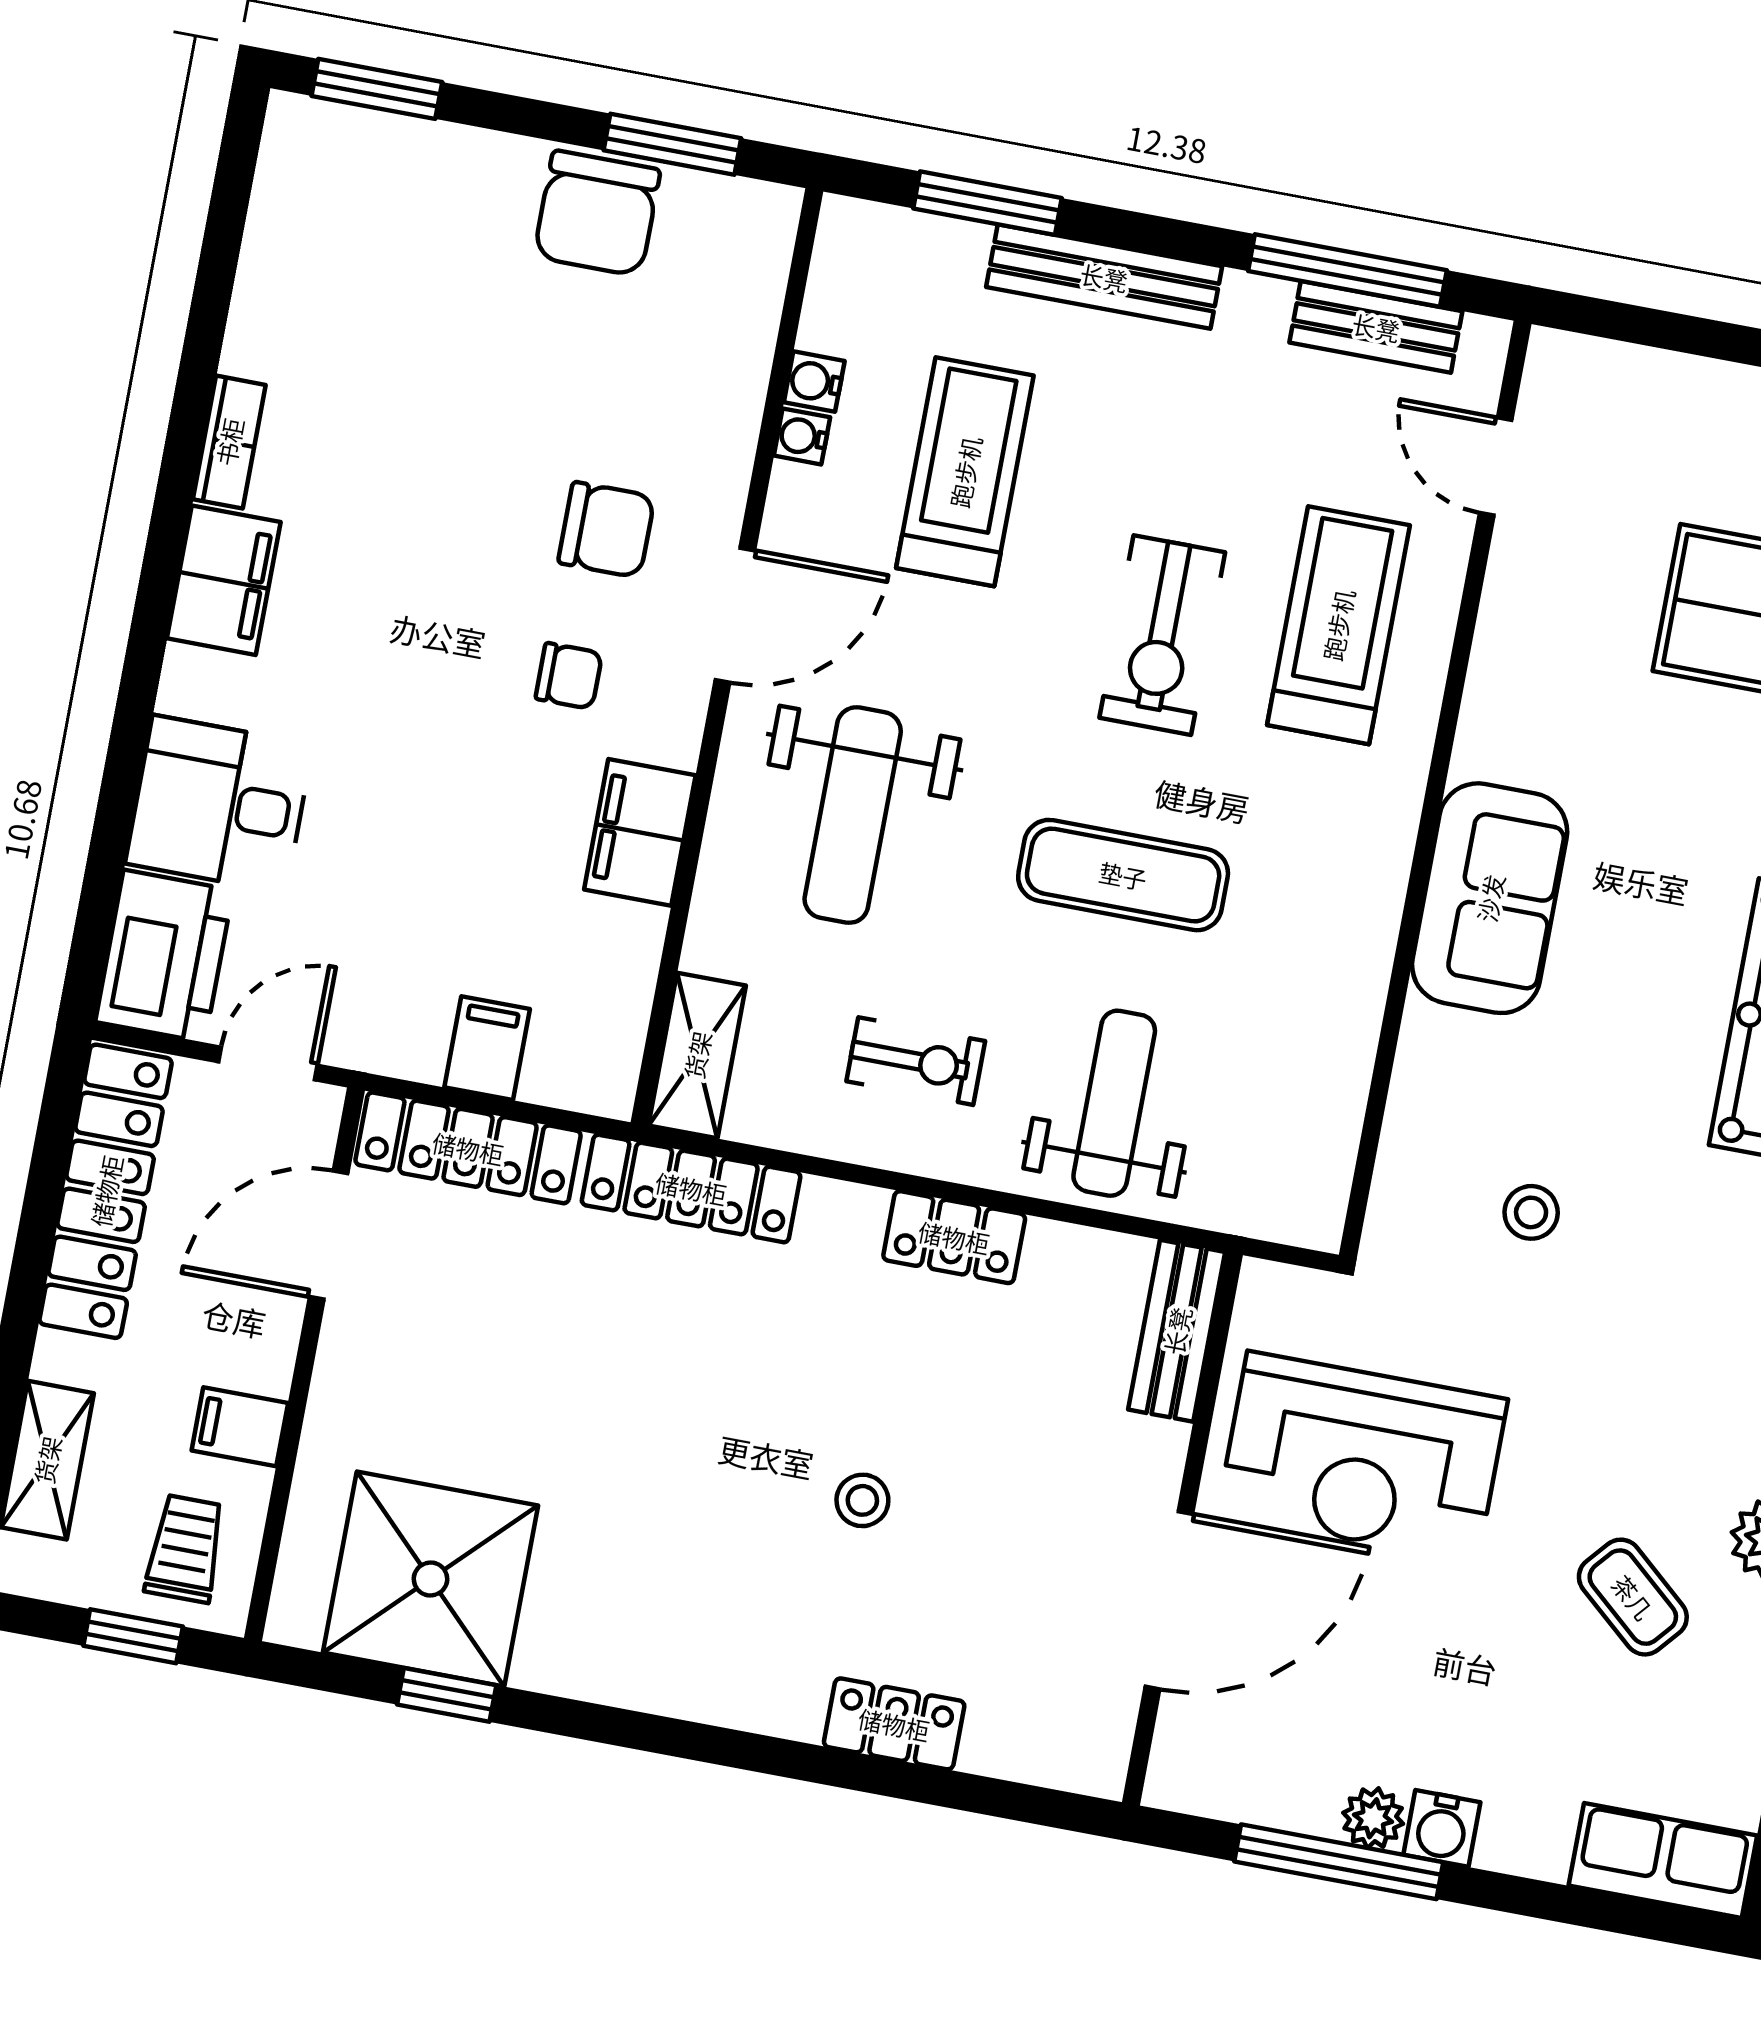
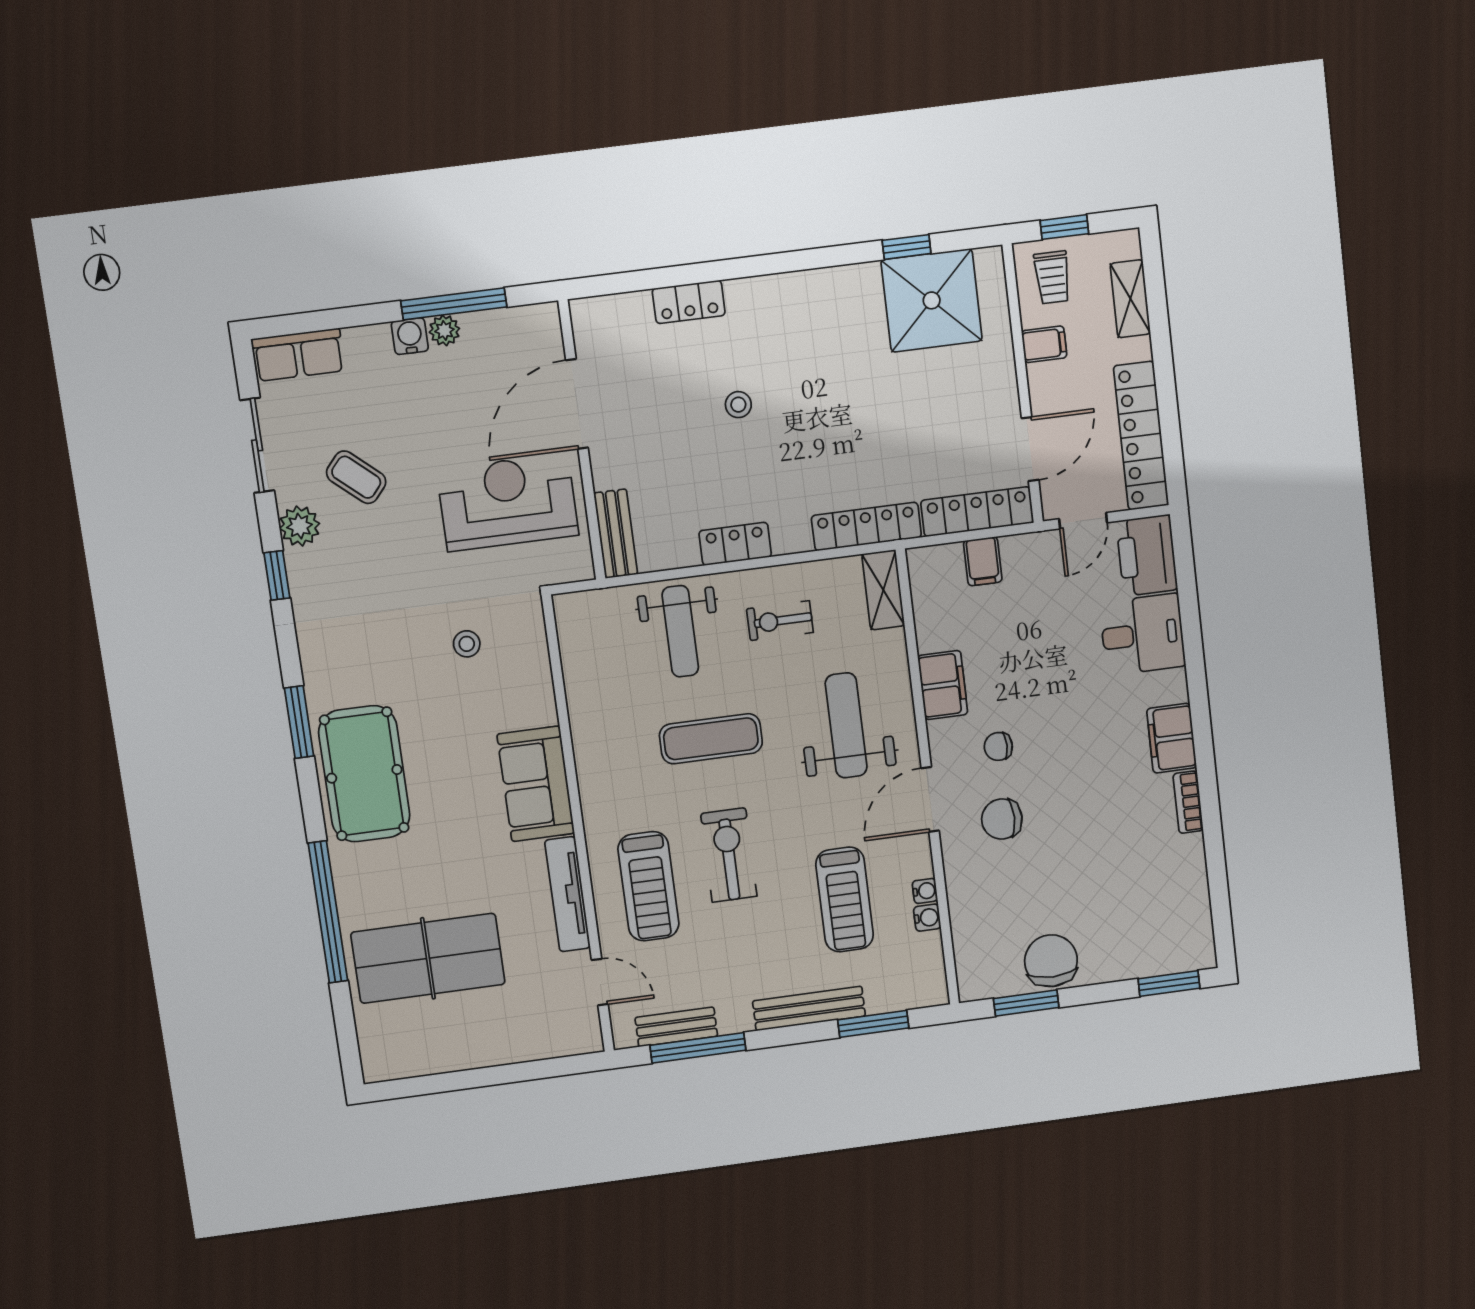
tv unit: (1501, 662) -> (567, 894), added

